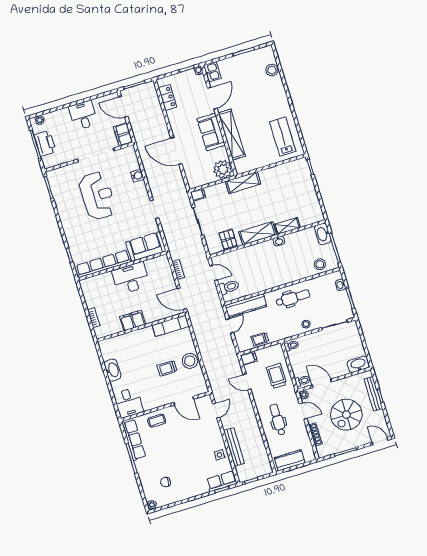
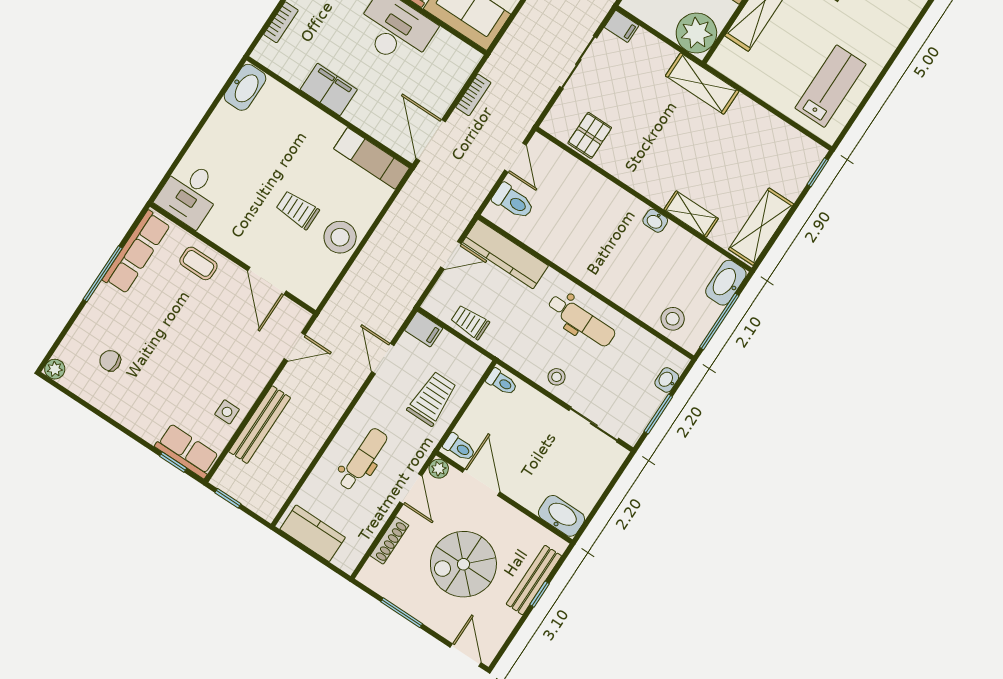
shelving: (258, 233) -> (761, 227), moved, turned 90
washbasin: (113, 370) -> (245, 87), moved

